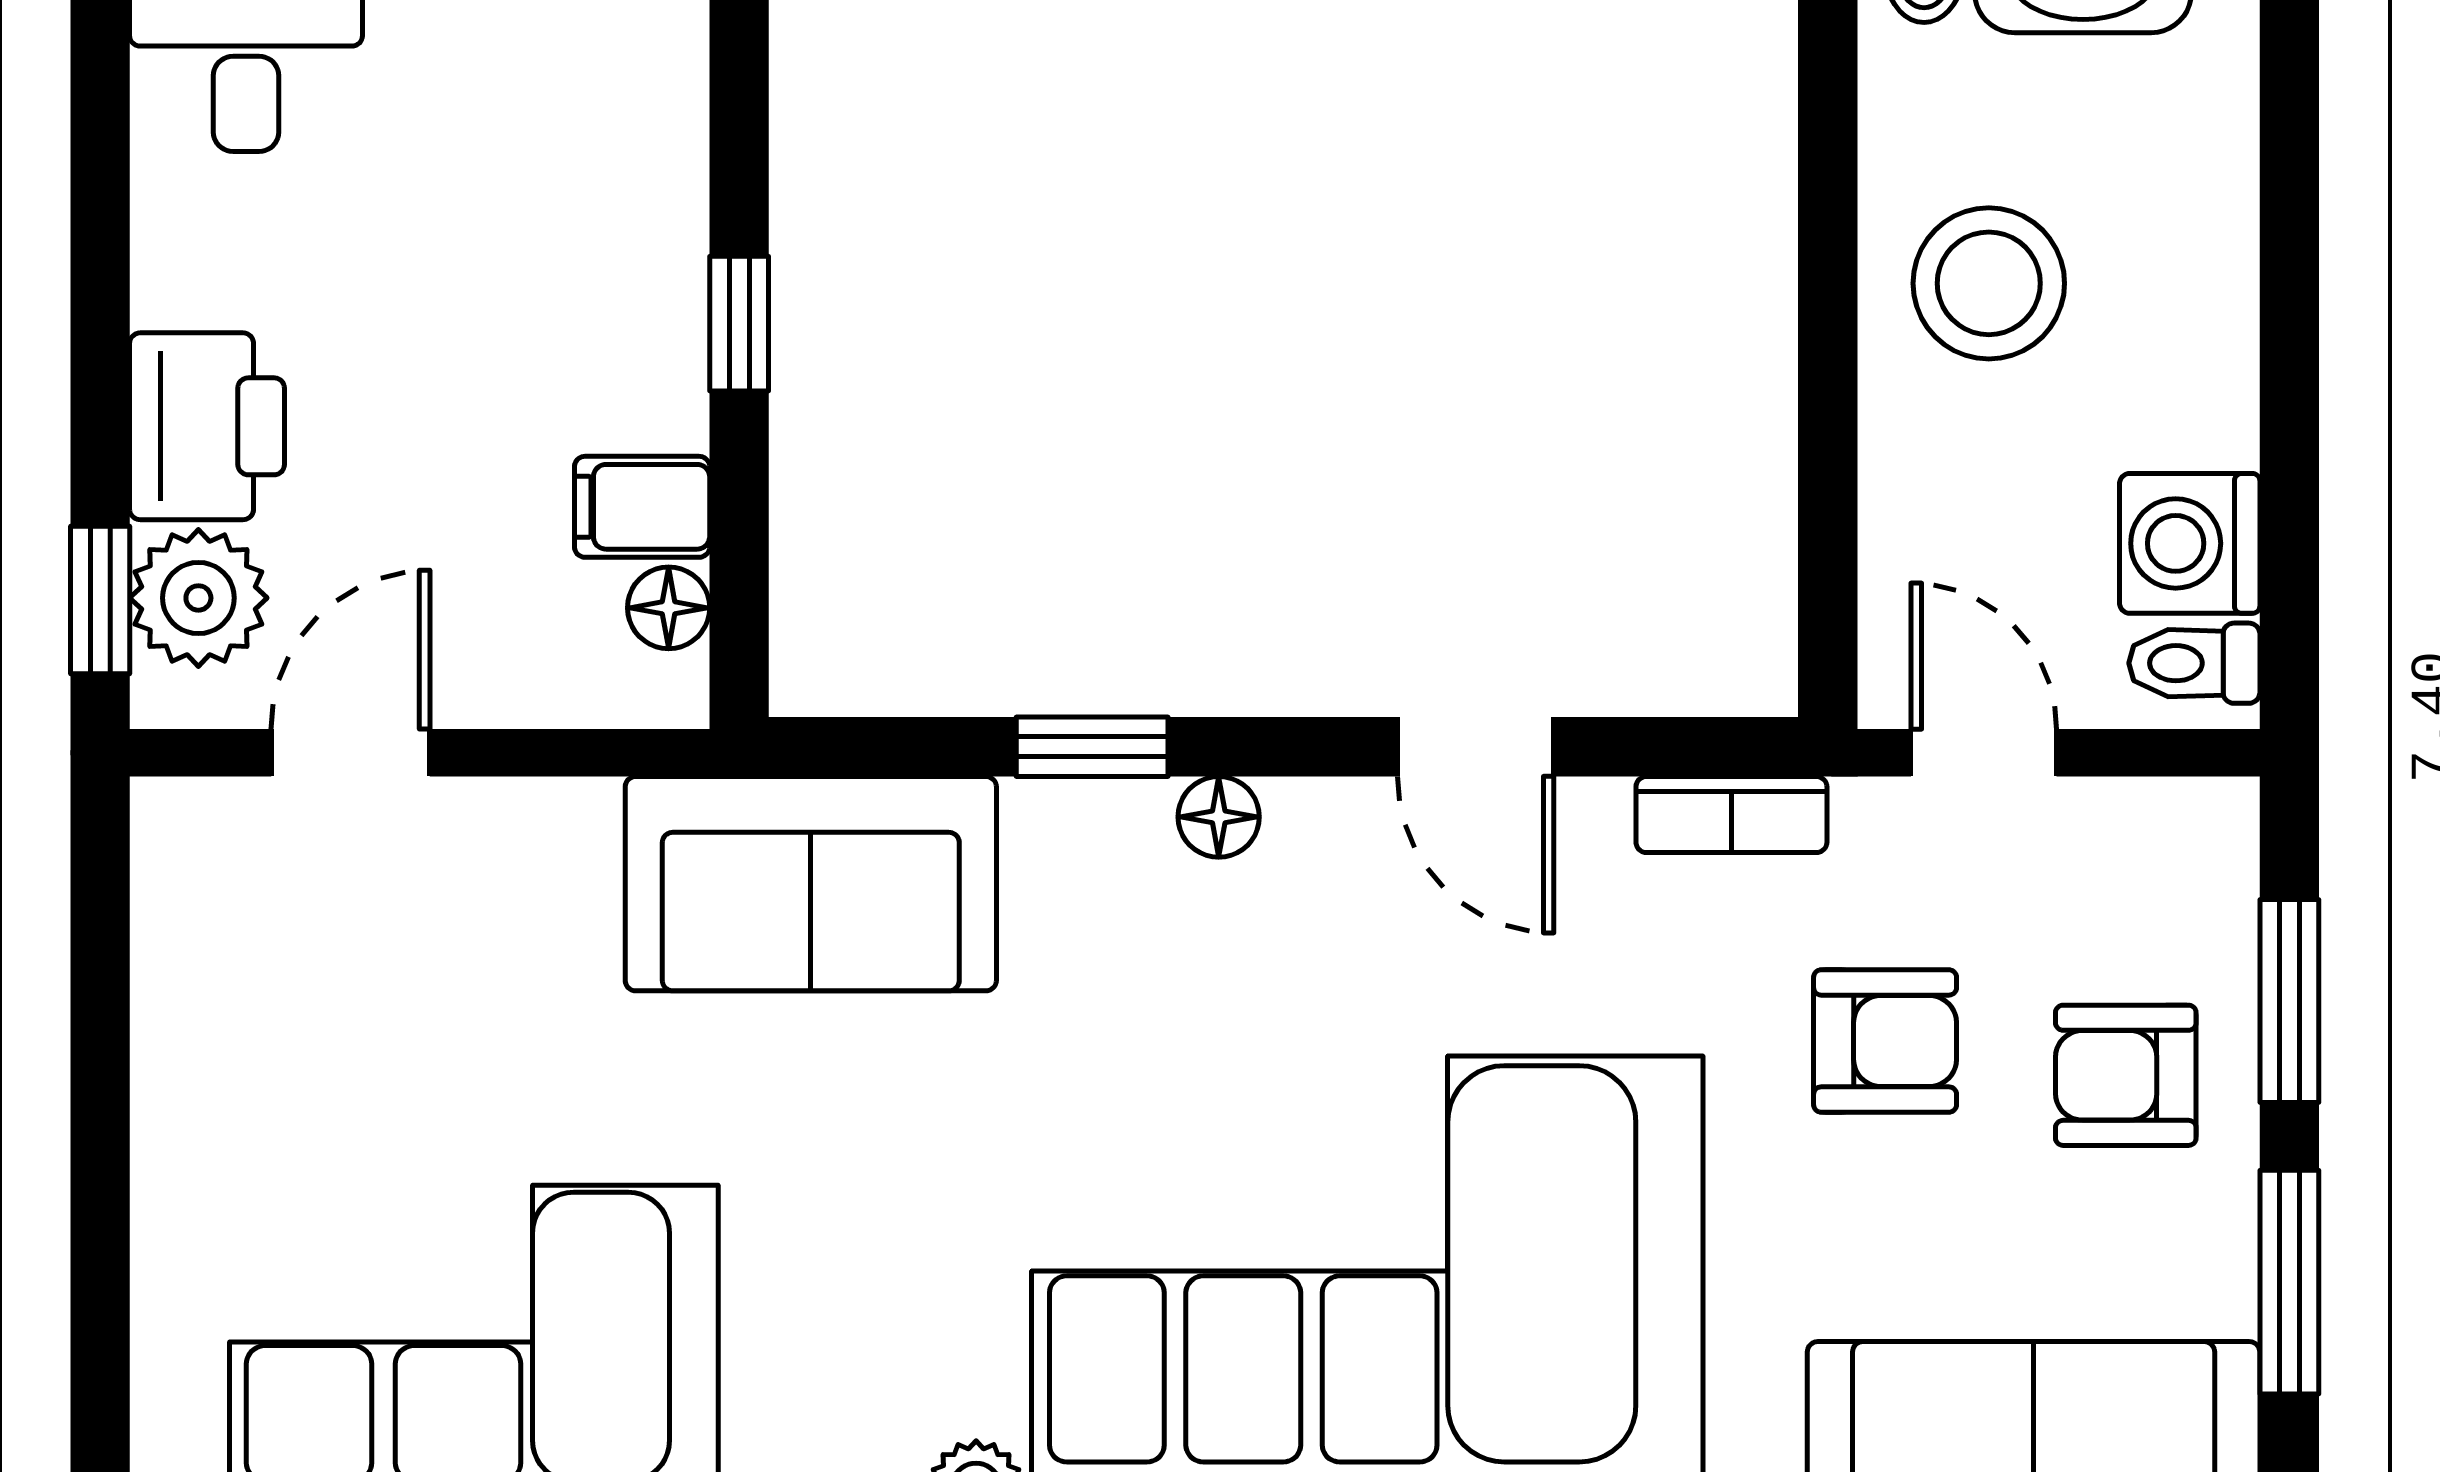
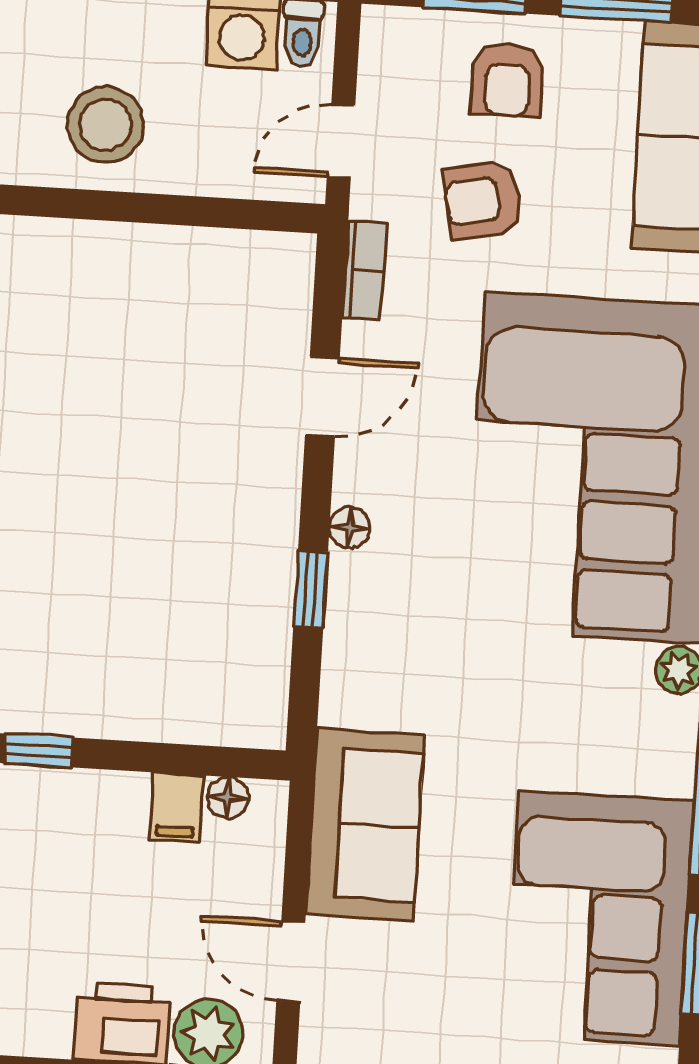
window: (739, 324) -> (39, 750), moved
sofa: (811, 884) -> (365, 825), moved
armchair: (1885, 1041) -> (483, 200), turned -101

